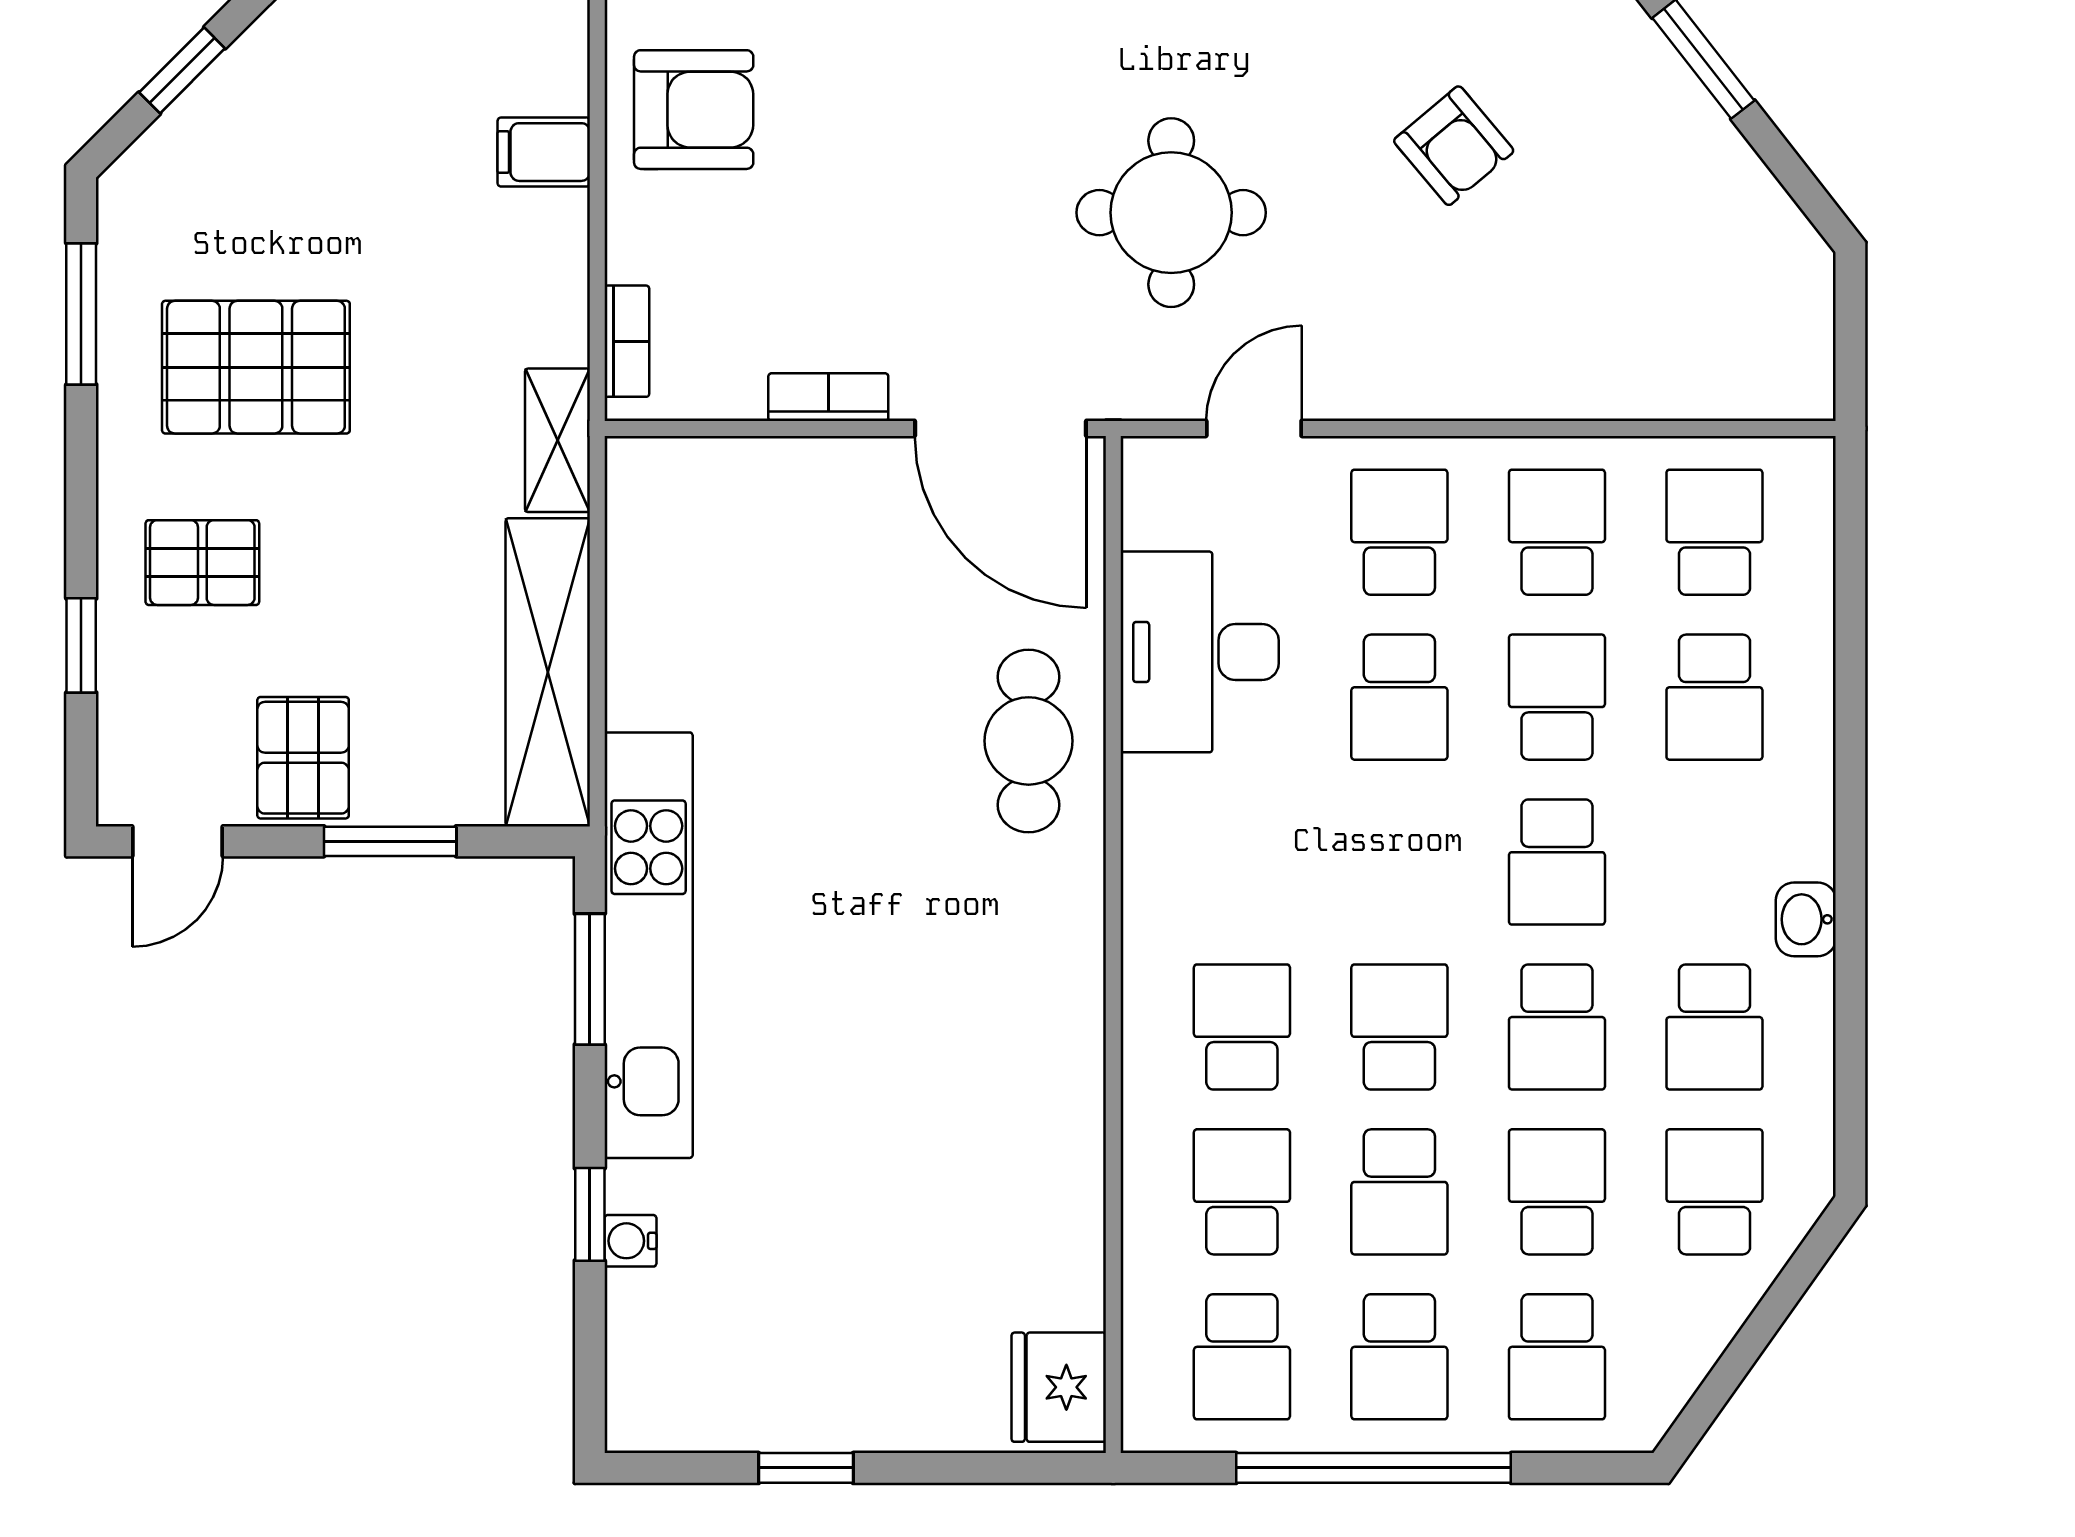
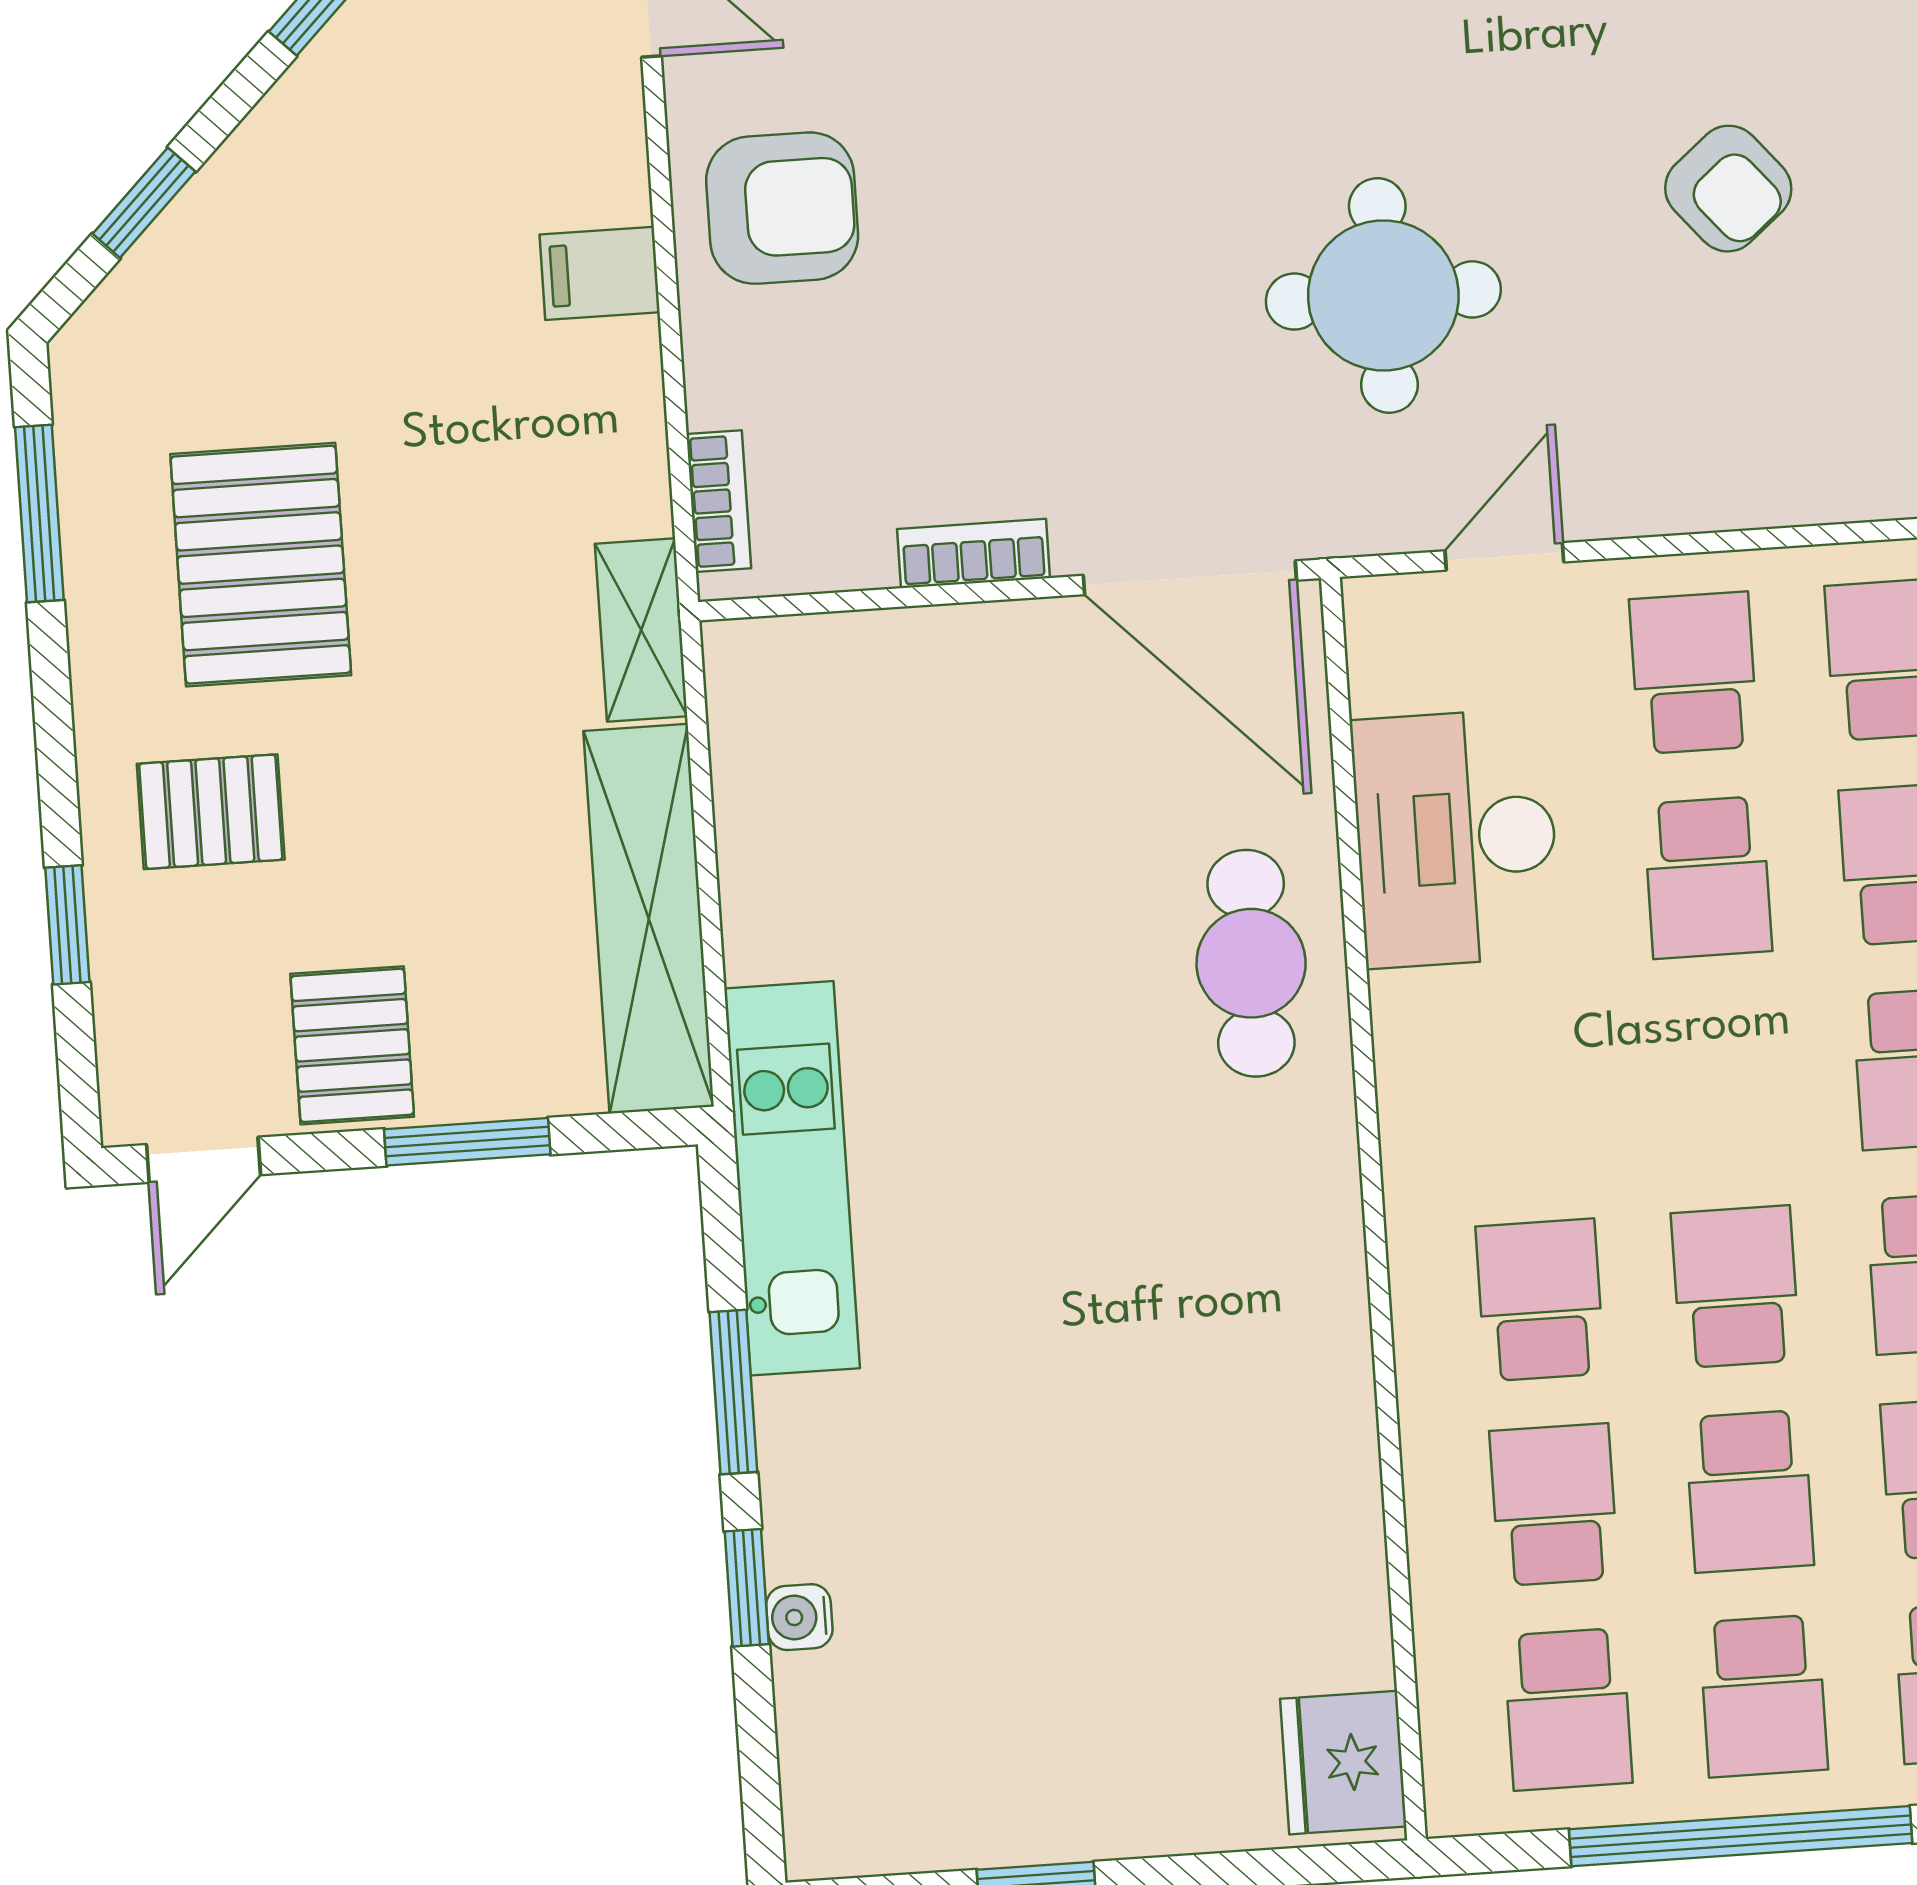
pallet: (256, 367) -> (261, 565), turned 90
kitchen unit: (649, 945) -> (792, 1178), width x0.73
window: (590, 979) -> (733, 1392), moved

